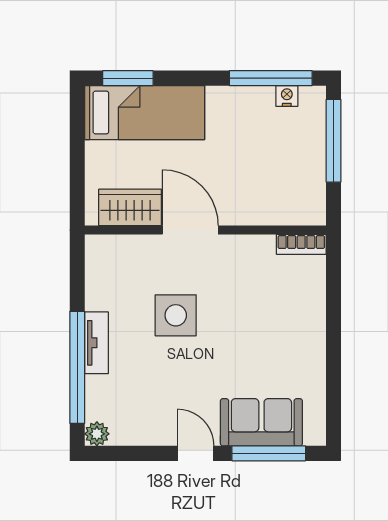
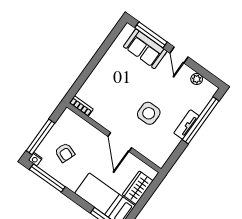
nightstand: (287, 96) -> (35, 159), moved
armchair: (272, 144) -> (65, 153), added
wardrobe: (130, 207) -> (138, 188), moved, turned 90
plant: (97, 434) -> (197, 79), moved

